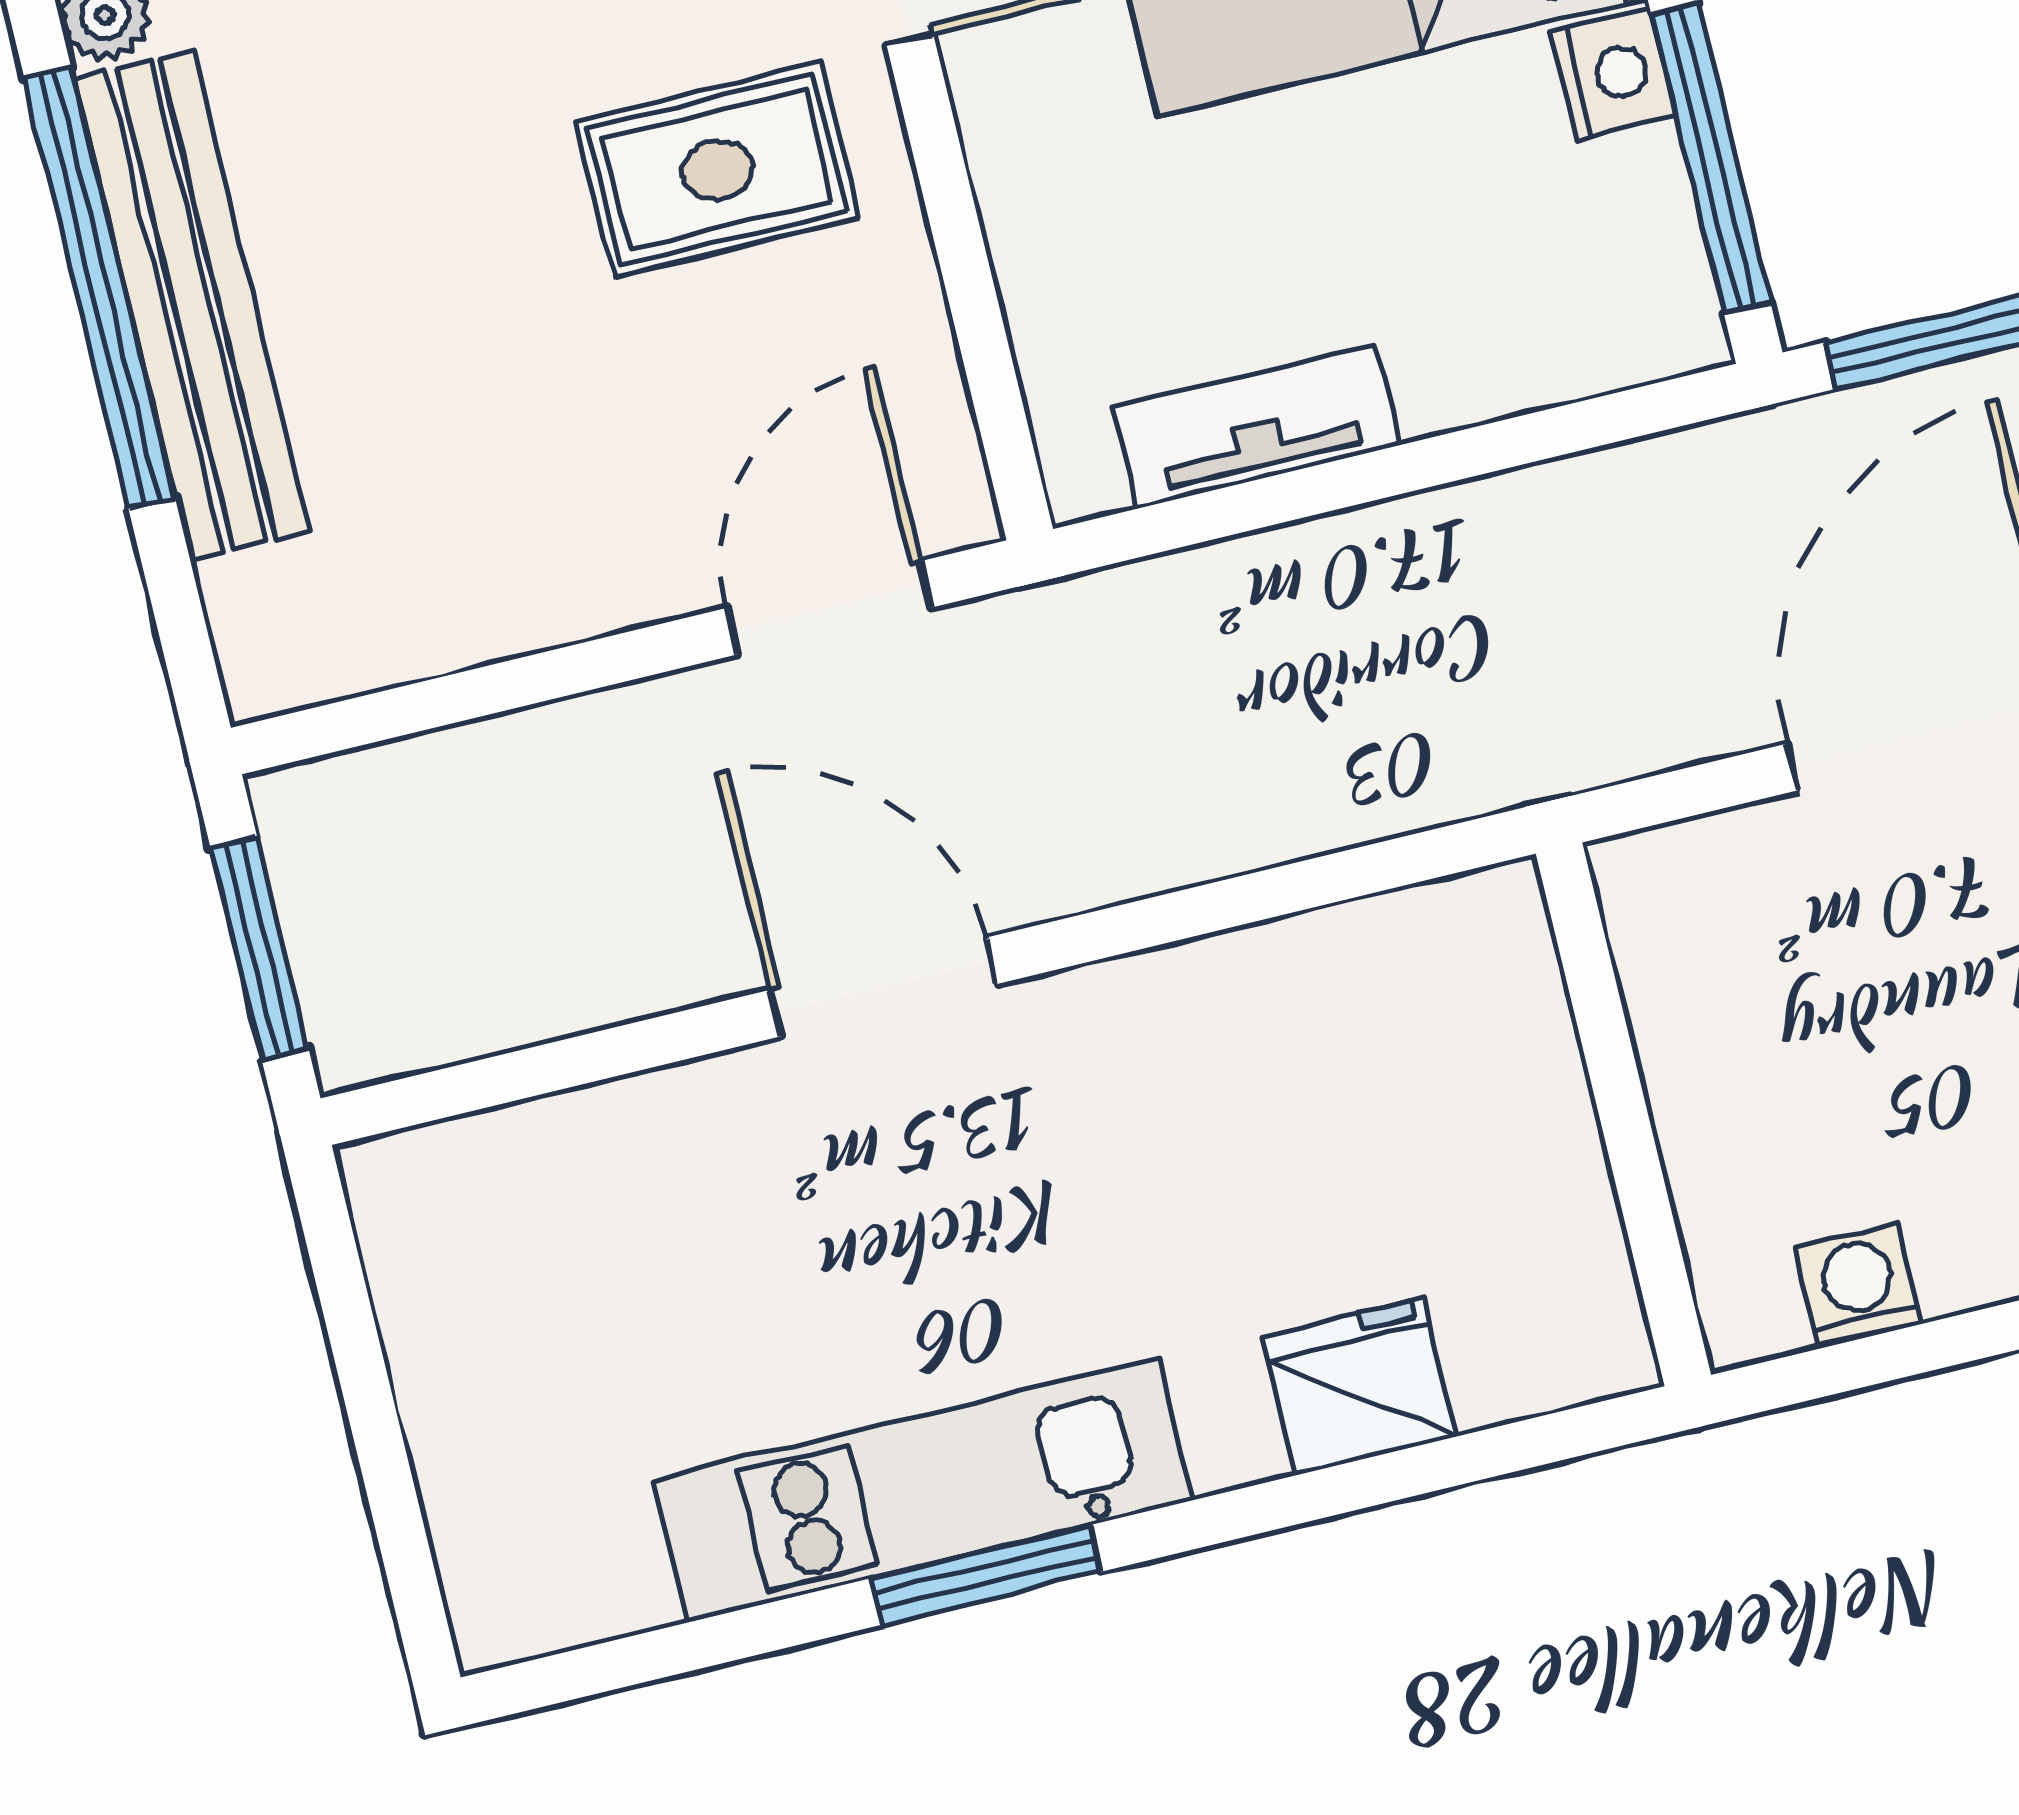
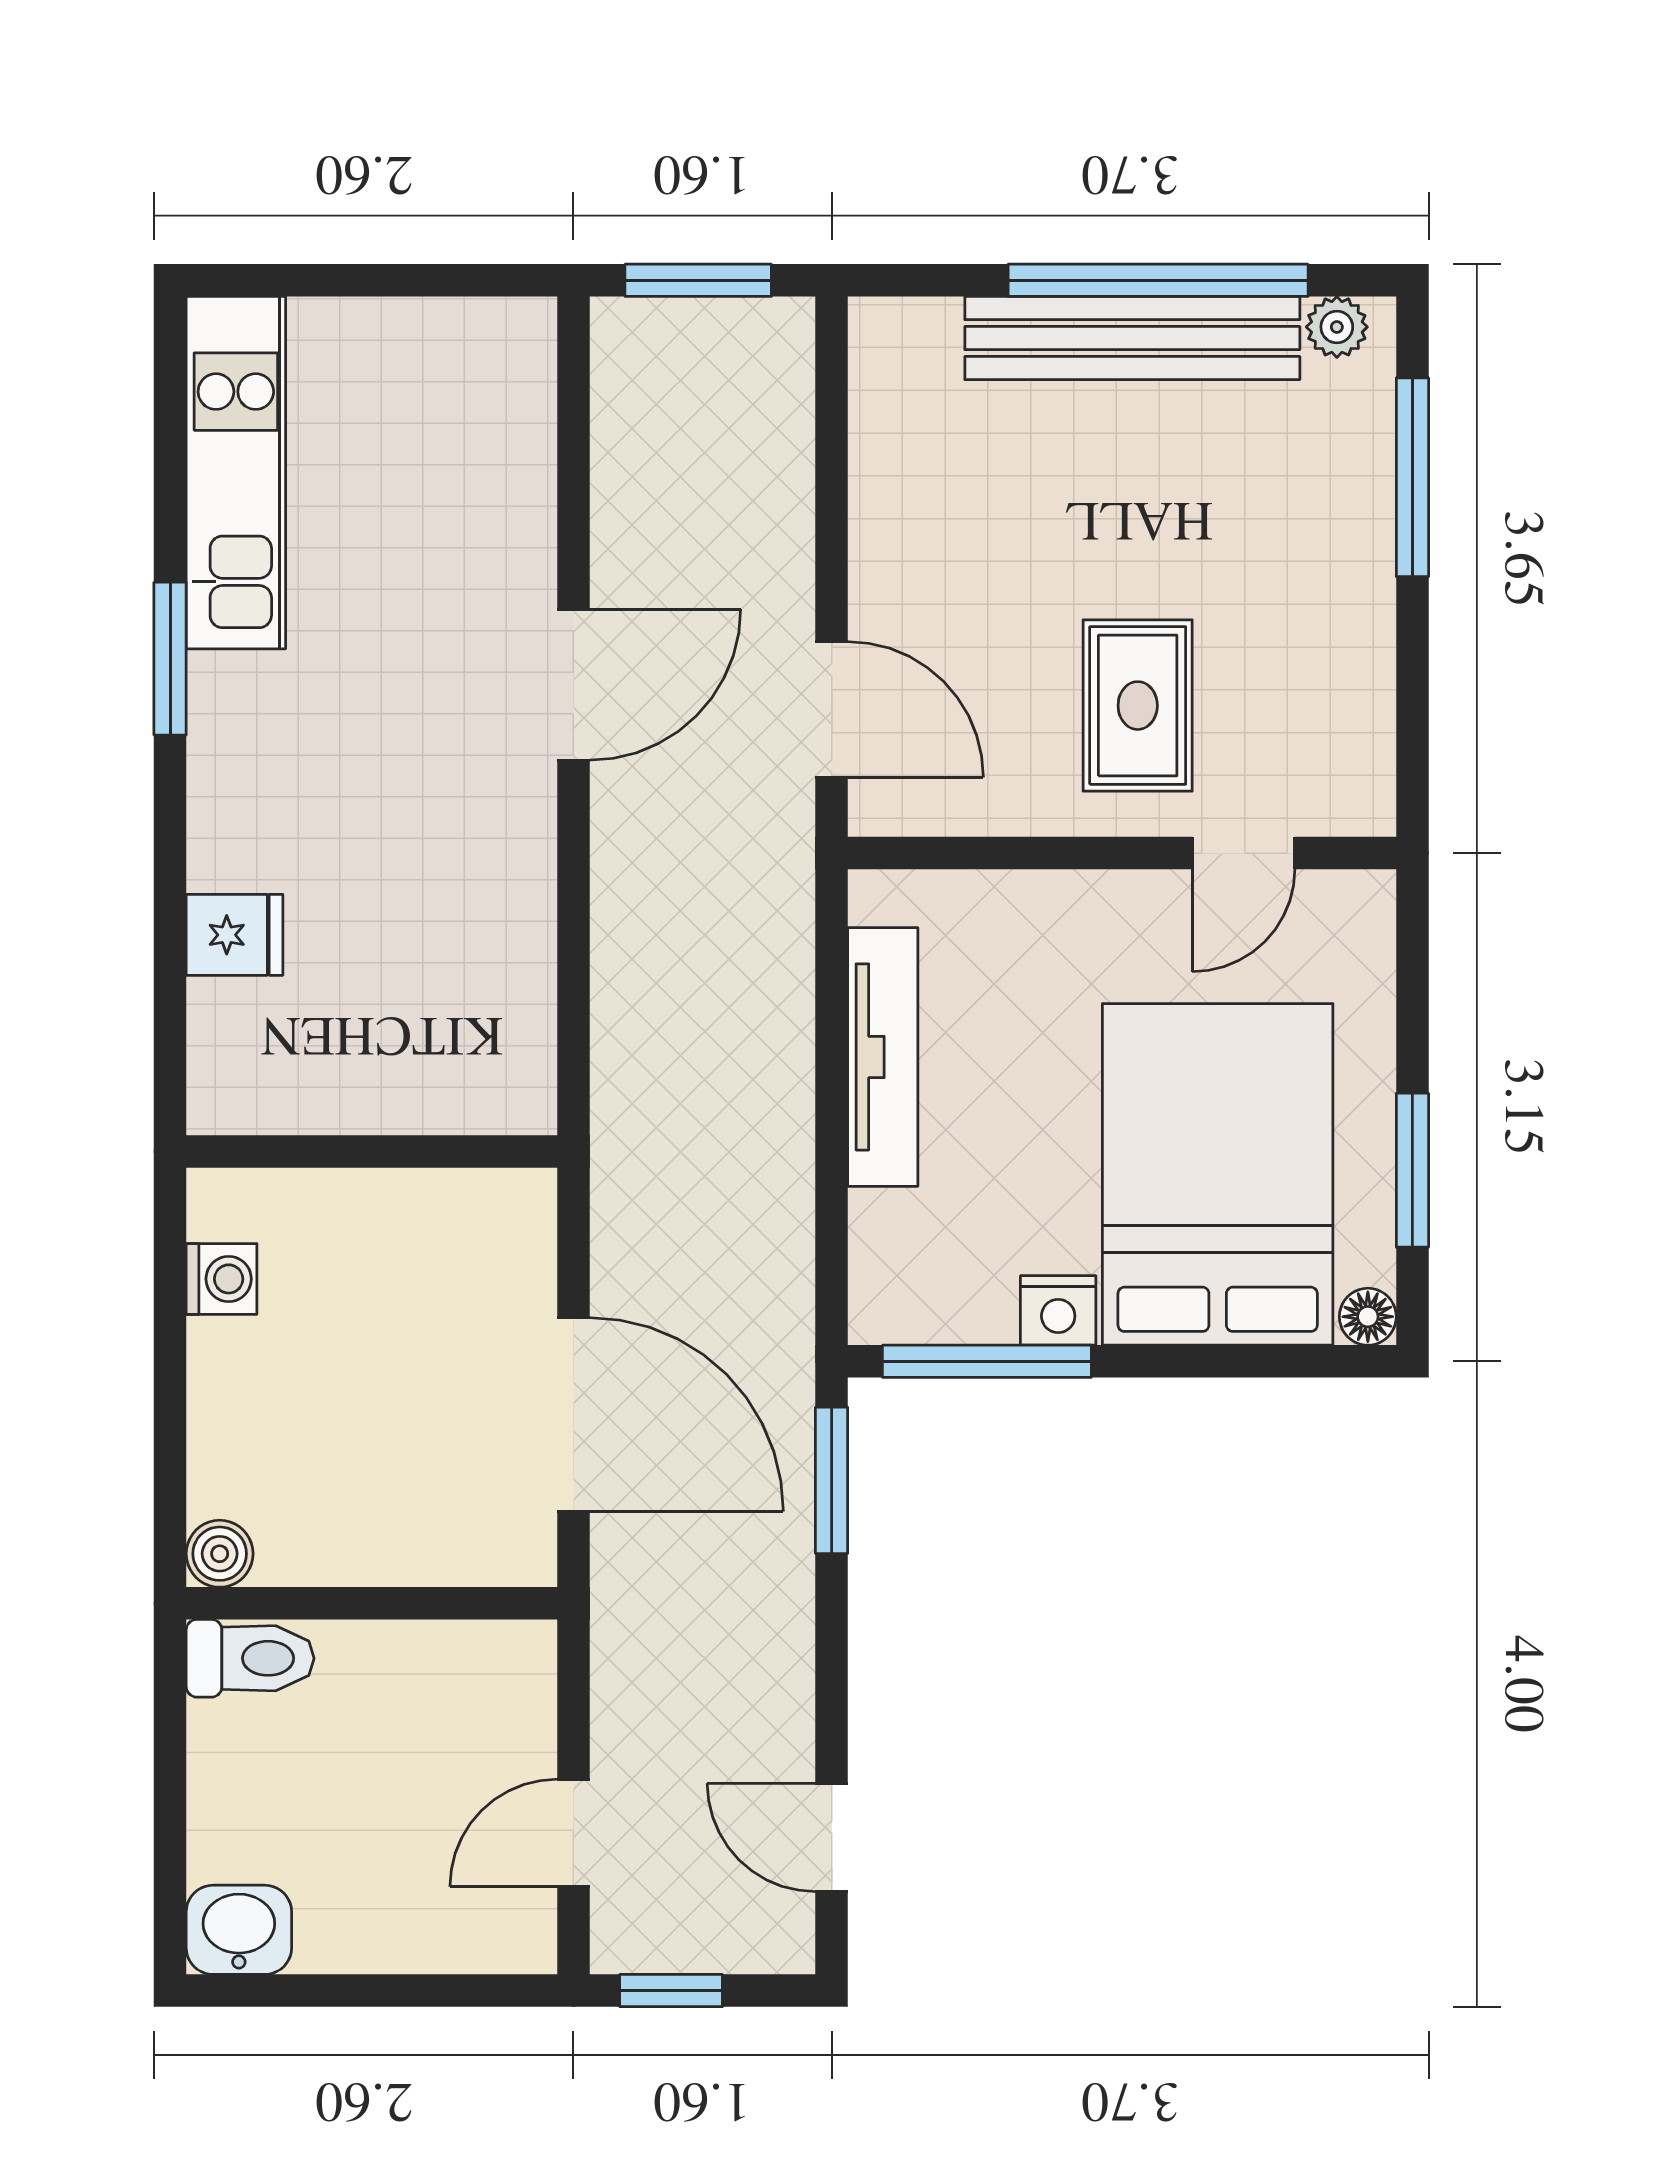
tv unit: (1256, 427) -> (883, 1057), width x1.41
fridge: (1360, 1387) -> (234, 935), width x0.72
kitchen unit: (924, 1490) -> (236, 473), moved

